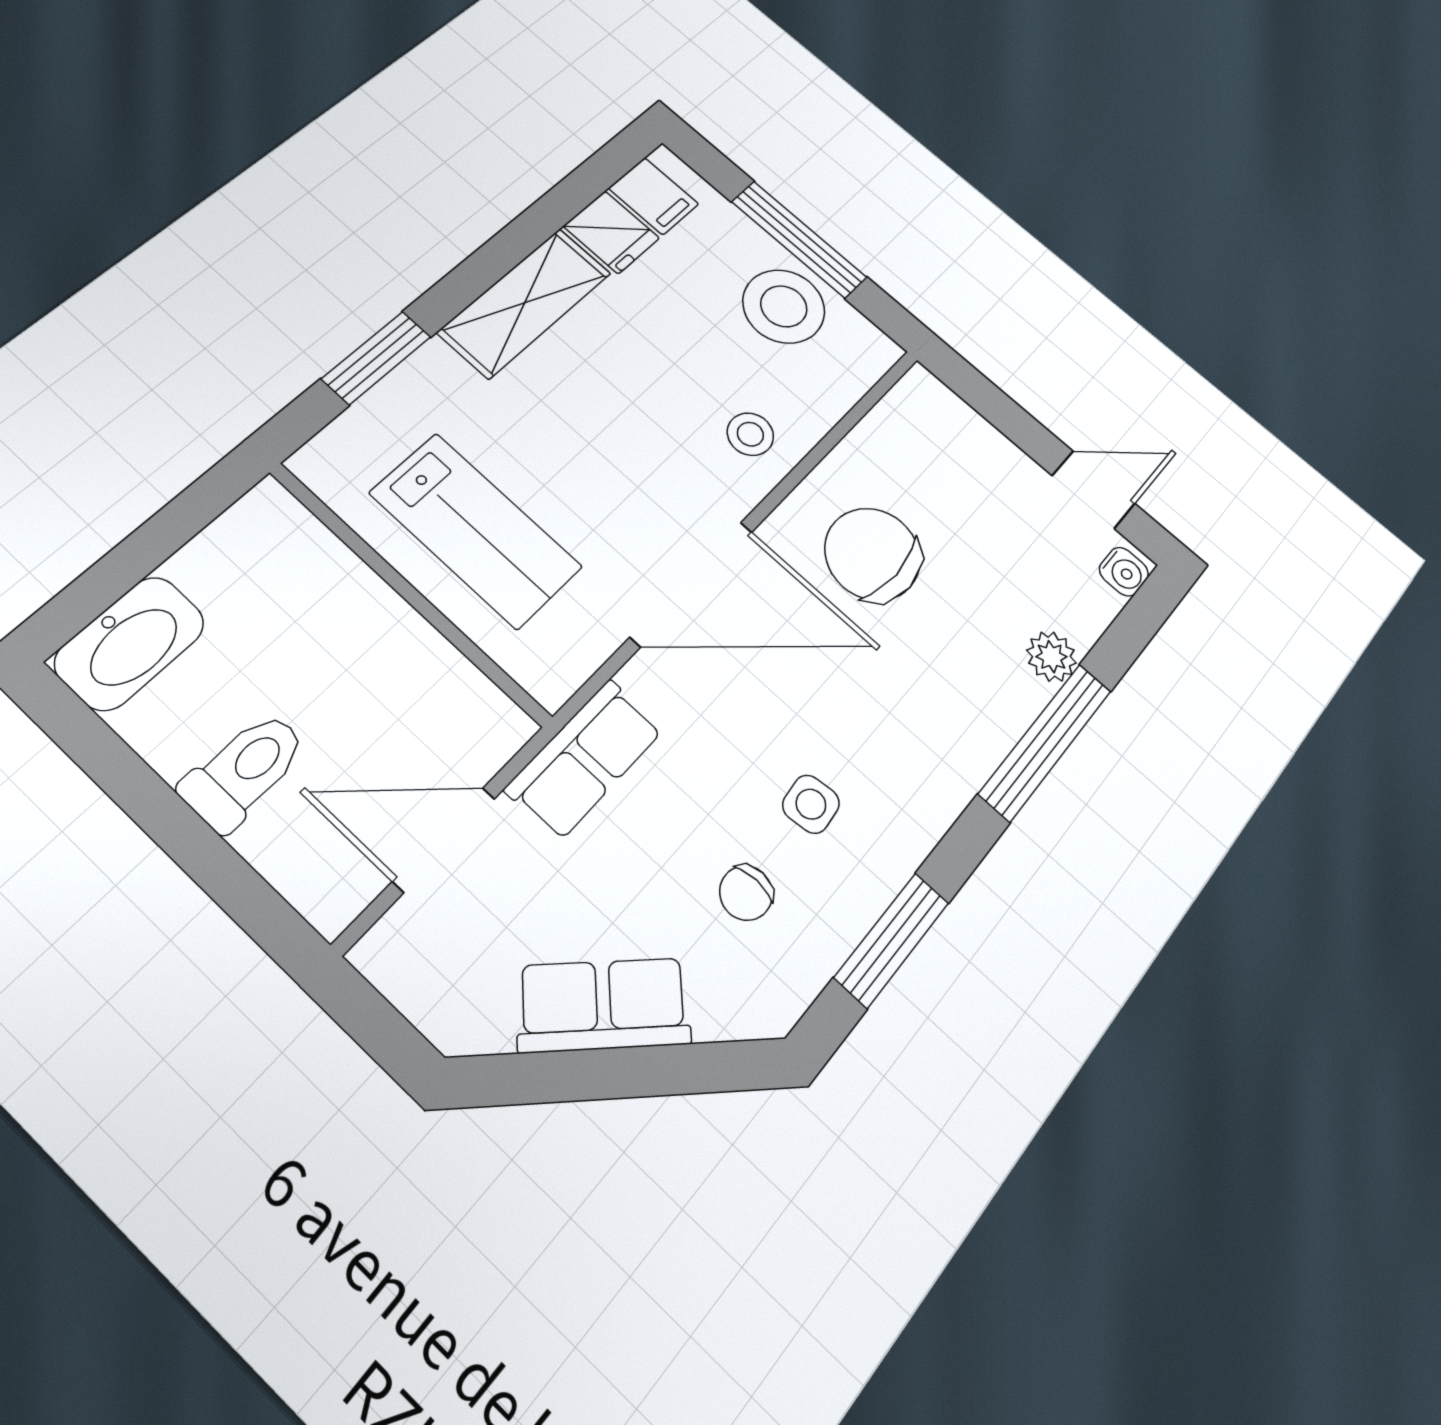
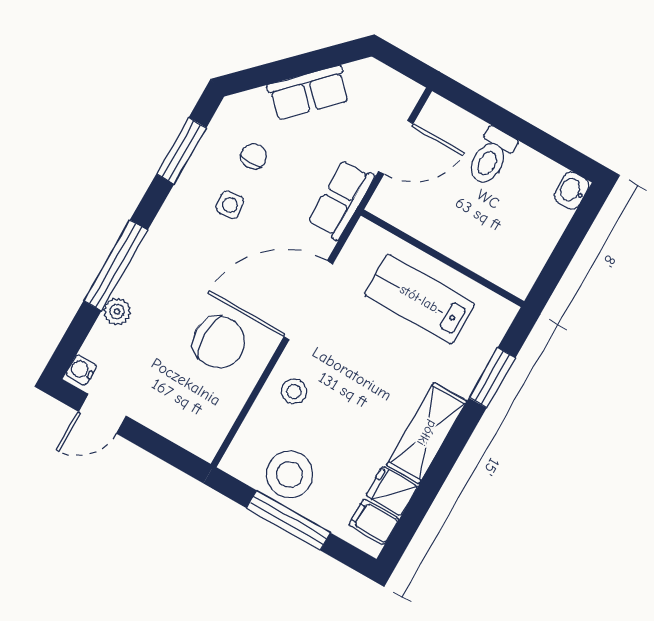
washbasin: (130, 643) -> (572, 191), width x0.52, depth x0.69

